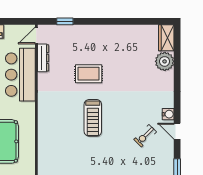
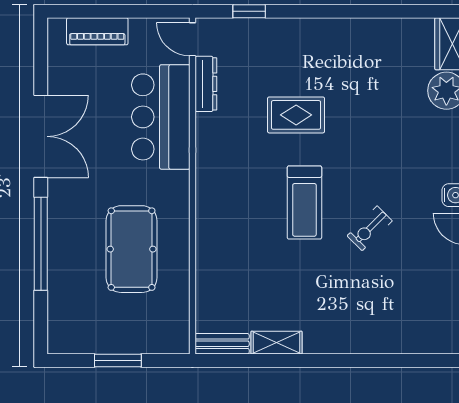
door: (36, 35) -> (192, 39), hinge flipped
exercise bike: (145, 136) -> (370, 228), moved

